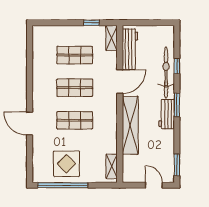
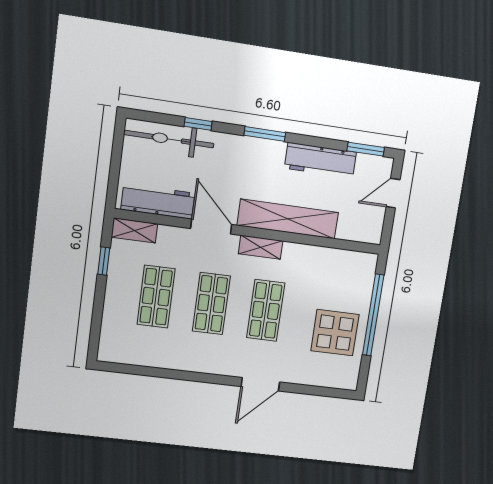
bicycle: (166, 73) -> (169, 139), moved
workbench: (167, 114) -> (320, 160), moved, width x1.38
shelving: (112, 166) -> (261, 247), moved
window: (63, 185) -> (373, 315), moved

